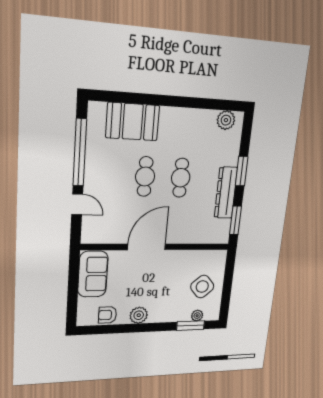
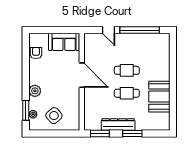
plant: (226, 120) -> (164, 119), removed
booth: (133, 122) -> (159, 97), moved
door: (77, 204) -> (108, 30), hinge flipped
plant: (139, 315) -> (35, 91), moved

